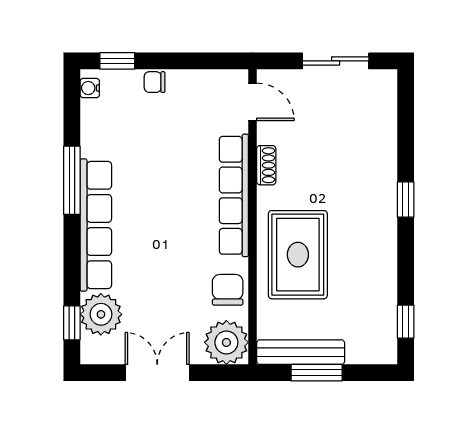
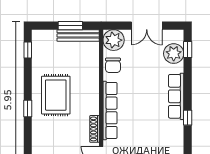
shoe rack: (266, 165) -> (95, 129), width x1.43
window: (72, 180) -> (188, 118), width x0.46
row of seats: (96, 225) -> (176, 96), width x0.73
rug: (298, 255) -> (56, 95), moved

